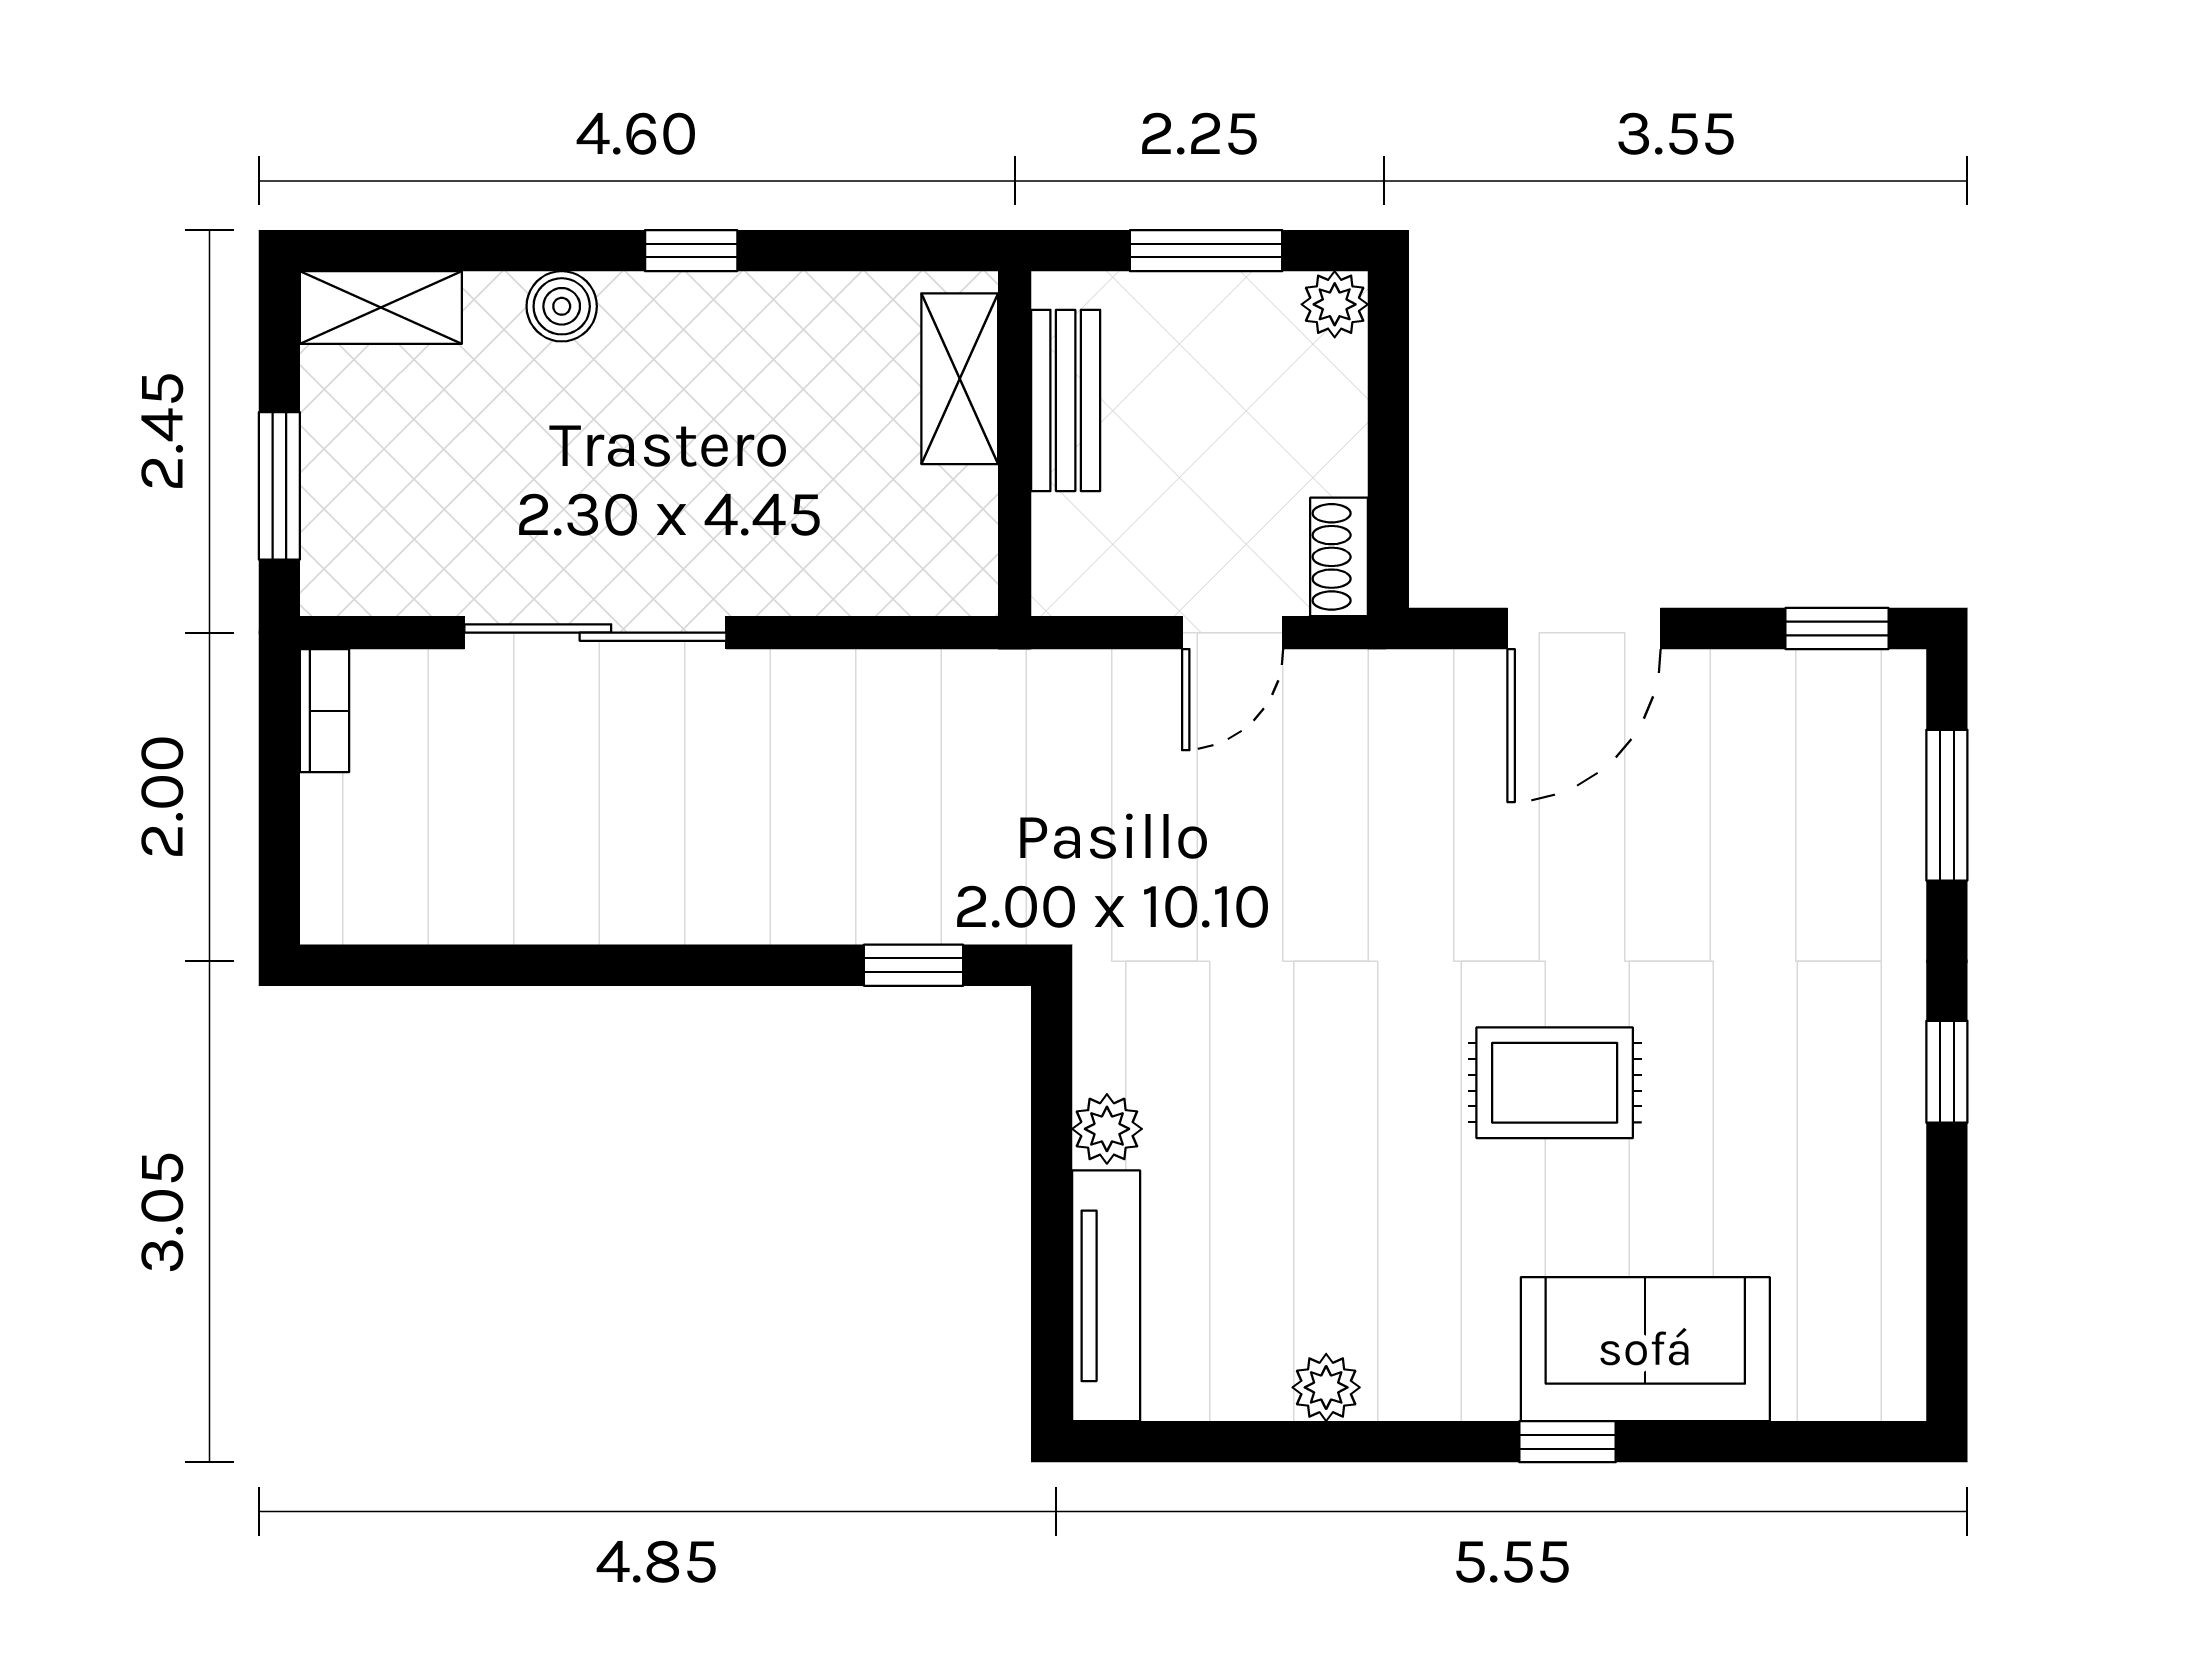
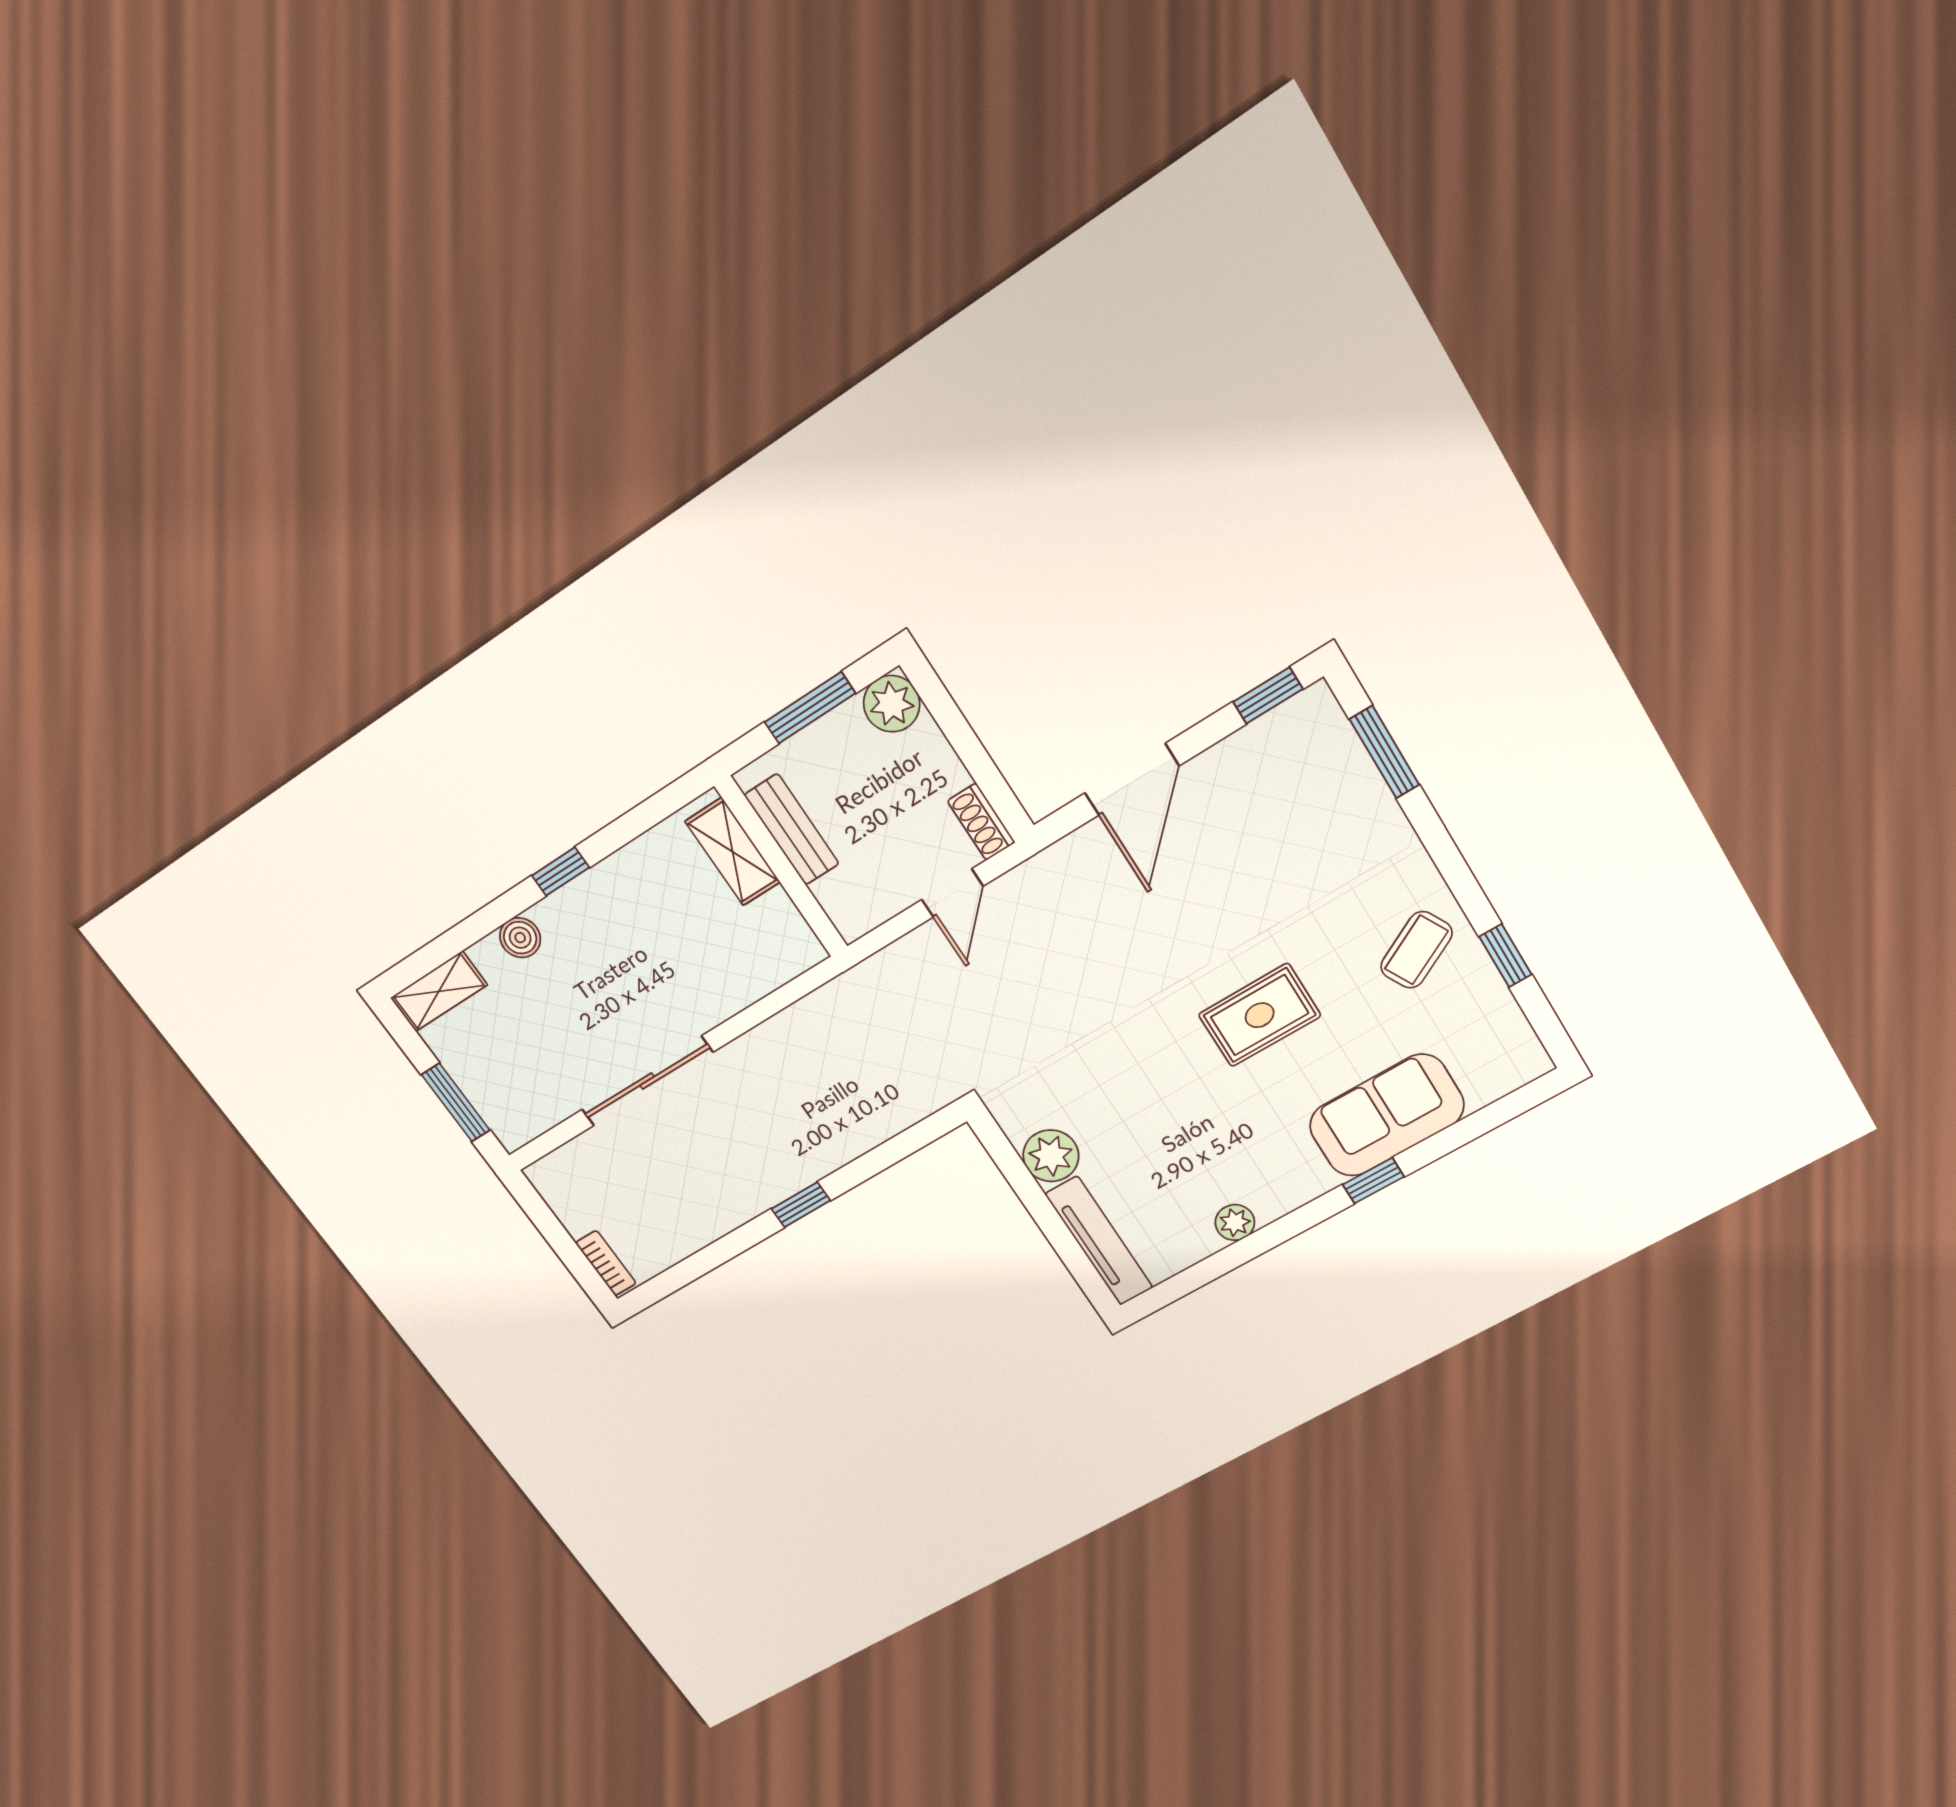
plant: (1335, 304) -> (892, 704), width x1.38, depth x1.38
bookcase: (325, 711) -> (606, 1263), moved
window: (913, 965) -> (801, 1205), moved
window: (1947, 1072) -> (1505, 956), moved
coffee table: (1830, 1120) -> (1416, 950), added
plant: (1107, 1129) -> (1051, 1156), width x1.38, depth x1.38

